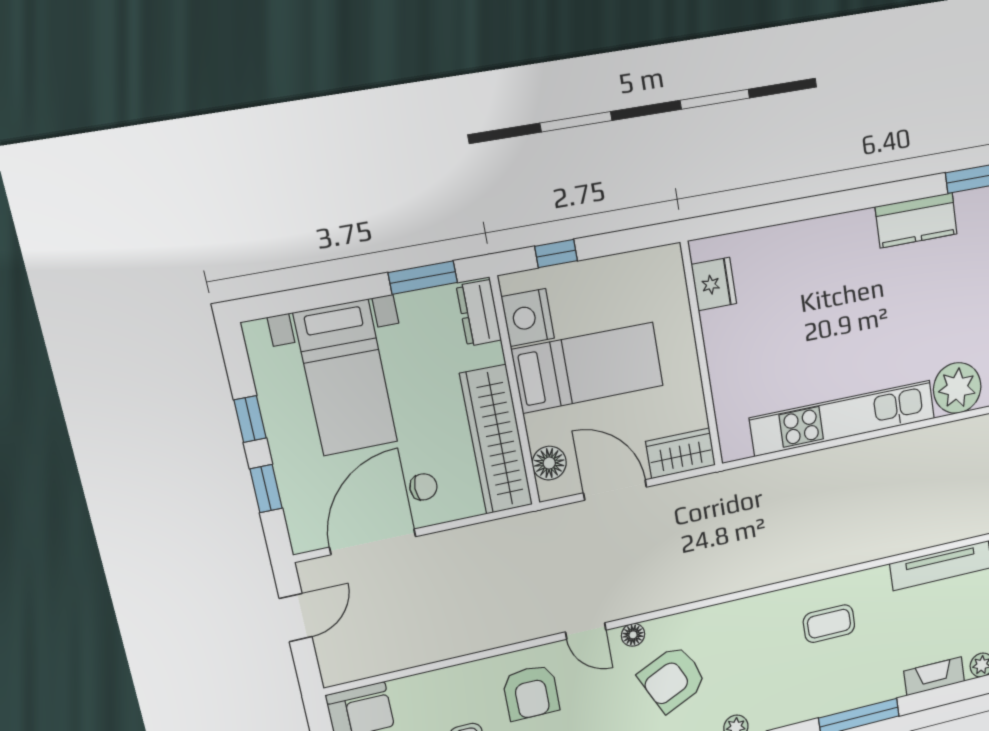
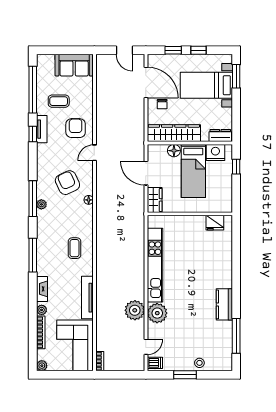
window: (423, 278) -> (236, 76), moved
plant: (957, 445) -> (135, 310), added
floor lamp: (549, 463) -> (174, 151), moved
door: (615, 490) -> (146, 173), swing flipped
floor lamp: (633, 635) -> (89, 200), moved
armchair: (531, 692) -> (76, 128), turned 90

